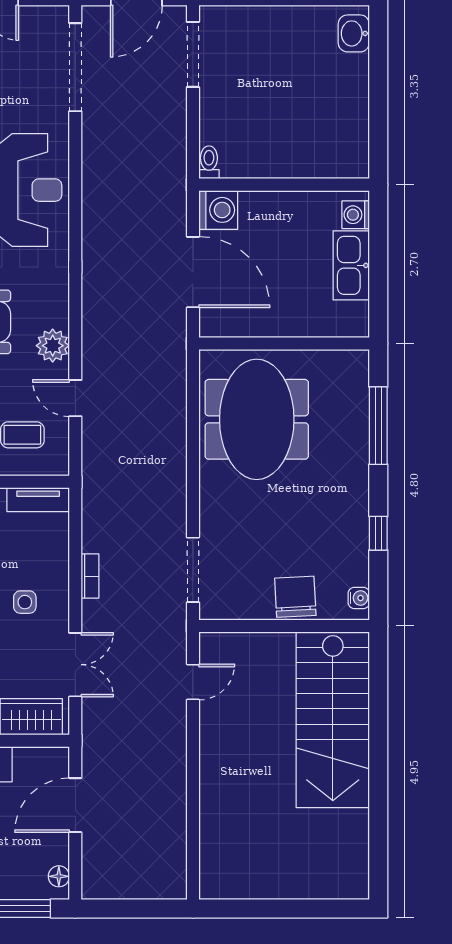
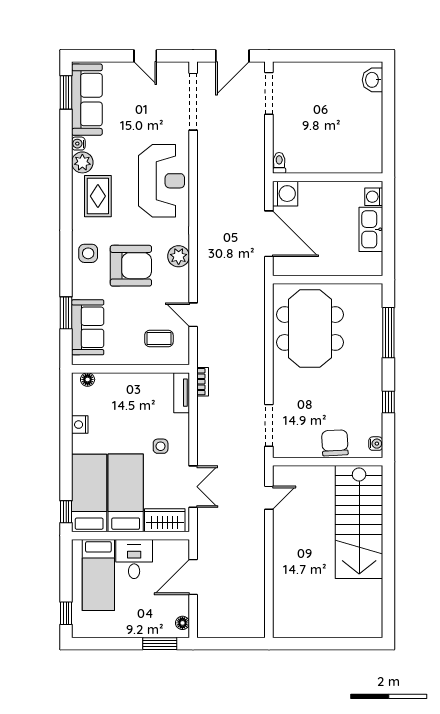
plant: (53, 346) -> (179, 256), moved
tv unit: (38, 500) -> (182, 393), moved, turned 90
bookcase: (90, 576) -> (203, 382), moved

